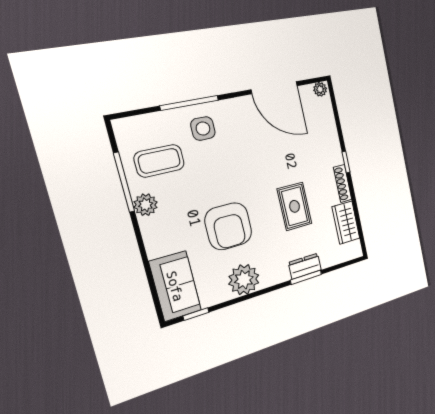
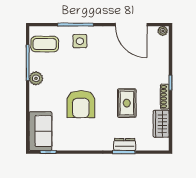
coffee table: (159, 161) -> (45, 44), moved
plant: (244, 280) -> (82, 140), removed

